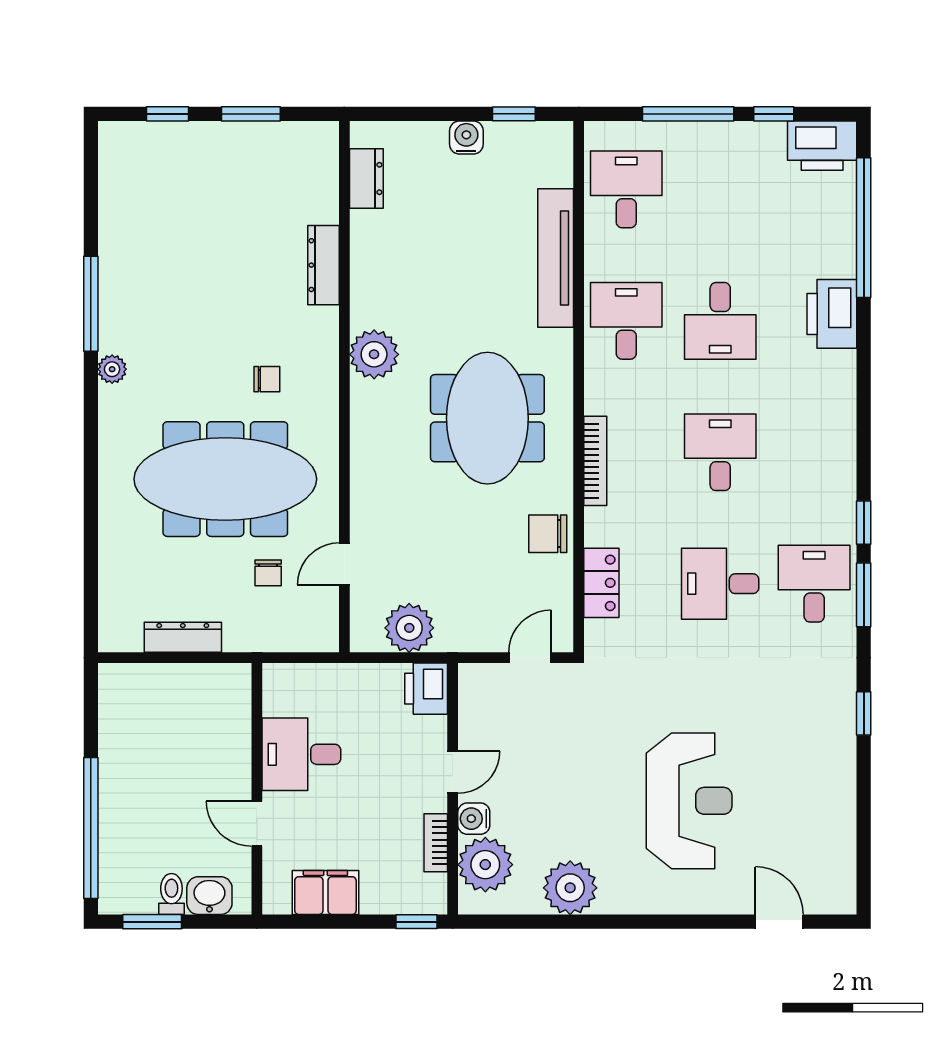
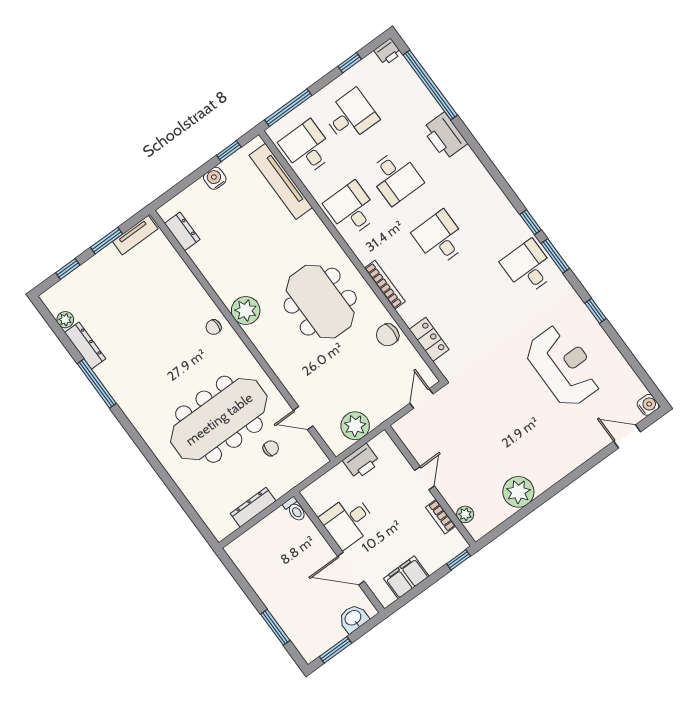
window: (688, 114) -> (288, 108), moved
tv unit: (297, 136) -> (135, 235), added
printer: (822, 146) -> (388, 52), width x0.53, depth x0.68
tv unit: (556, 258) -> (281, 181), moved
dresser: (323, 265) -> (85, 346), moved, turned 180
plant: (112, 369) -> (65, 320), moved
chair: (267, 379) -> (214, 327), moved, turned 180
door: (344, 564) -> (303, 418), hinge flipped
chair: (268, 573) -> (271, 448), turned -90
desk: (720, 584) -> (351, 116), moved, turned 180
printer: (426, 689) -> (361, 461), moved, turned -90
reception desk: (689, 801) -> (564, 366), moved
water cooler: (474, 819) -> (648, 405), moved, turned 180
door: (257, 824) -> (351, 569), width x1.38
window: (91, 828) -> (275, 627), width x0.47
plant: (485, 865) -> (465, 514), width x0.53, depth x0.53
toilet: (171, 894) -> (295, 510), moved, turned 180

